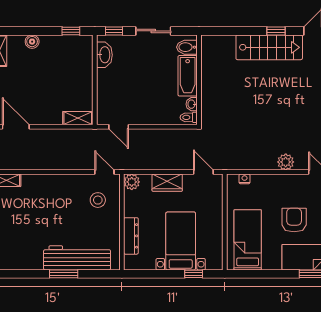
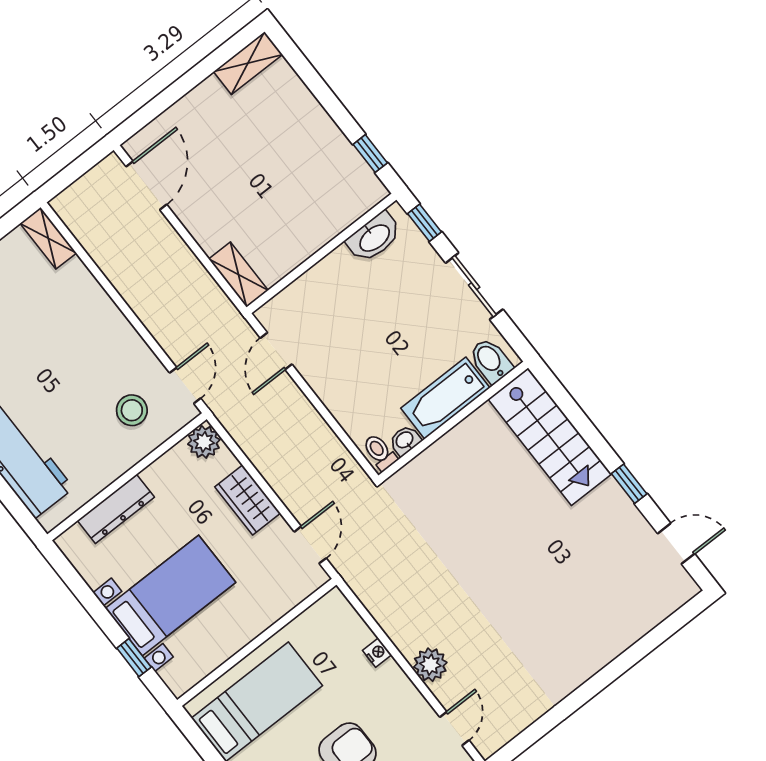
boiler: (32, 42) -> (304, 104), removed
stairs: (269, 47) -> (550, 437), moved
nightstand: (245, 179) -> (377, 653), moved

